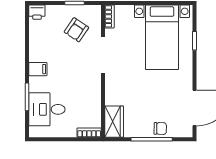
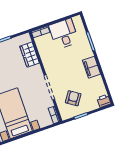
filing cabinet: (38, 69) -> (91, 67), width x2.00
desk: (47, 109) -> (64, 34), moved, turned -90
wardrobe: (114, 122) -> (30, 55), moved

